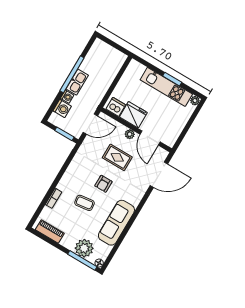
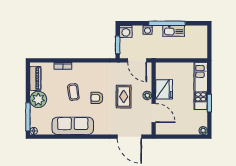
kitchen sink: (77, 82) -> (174, 31), moved
kitchen unit: (166, 87) -> (201, 86), moved
dishwasher: (116, 107) -> (162, 72), removed
washing machine: (62, 109) -> (126, 31), moved
door: (150, 138) -> (154, 113), swing flipped
plant: (84, 248) -> (38, 99), moved

